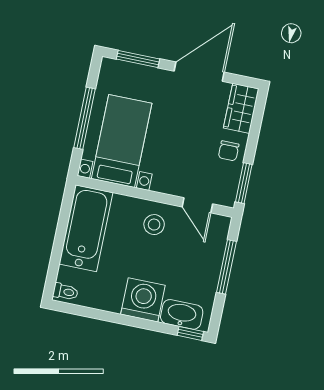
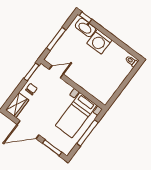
door: (197, 205) -> (56, 72), hinge flipped
stool: (154, 225) -> (79, 72), removed
bathtub: (86, 228) -> (110, 85), removed

